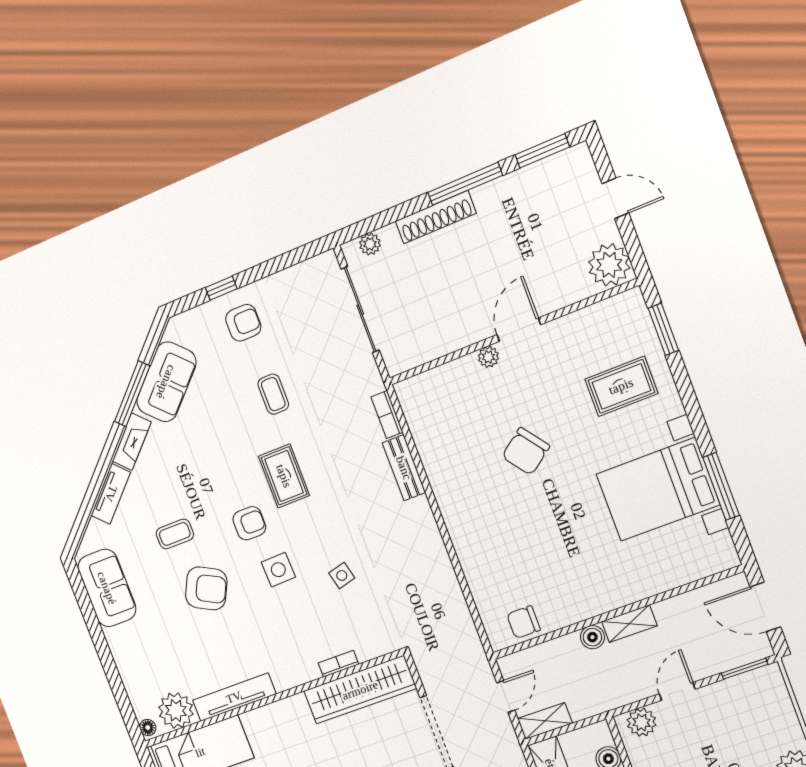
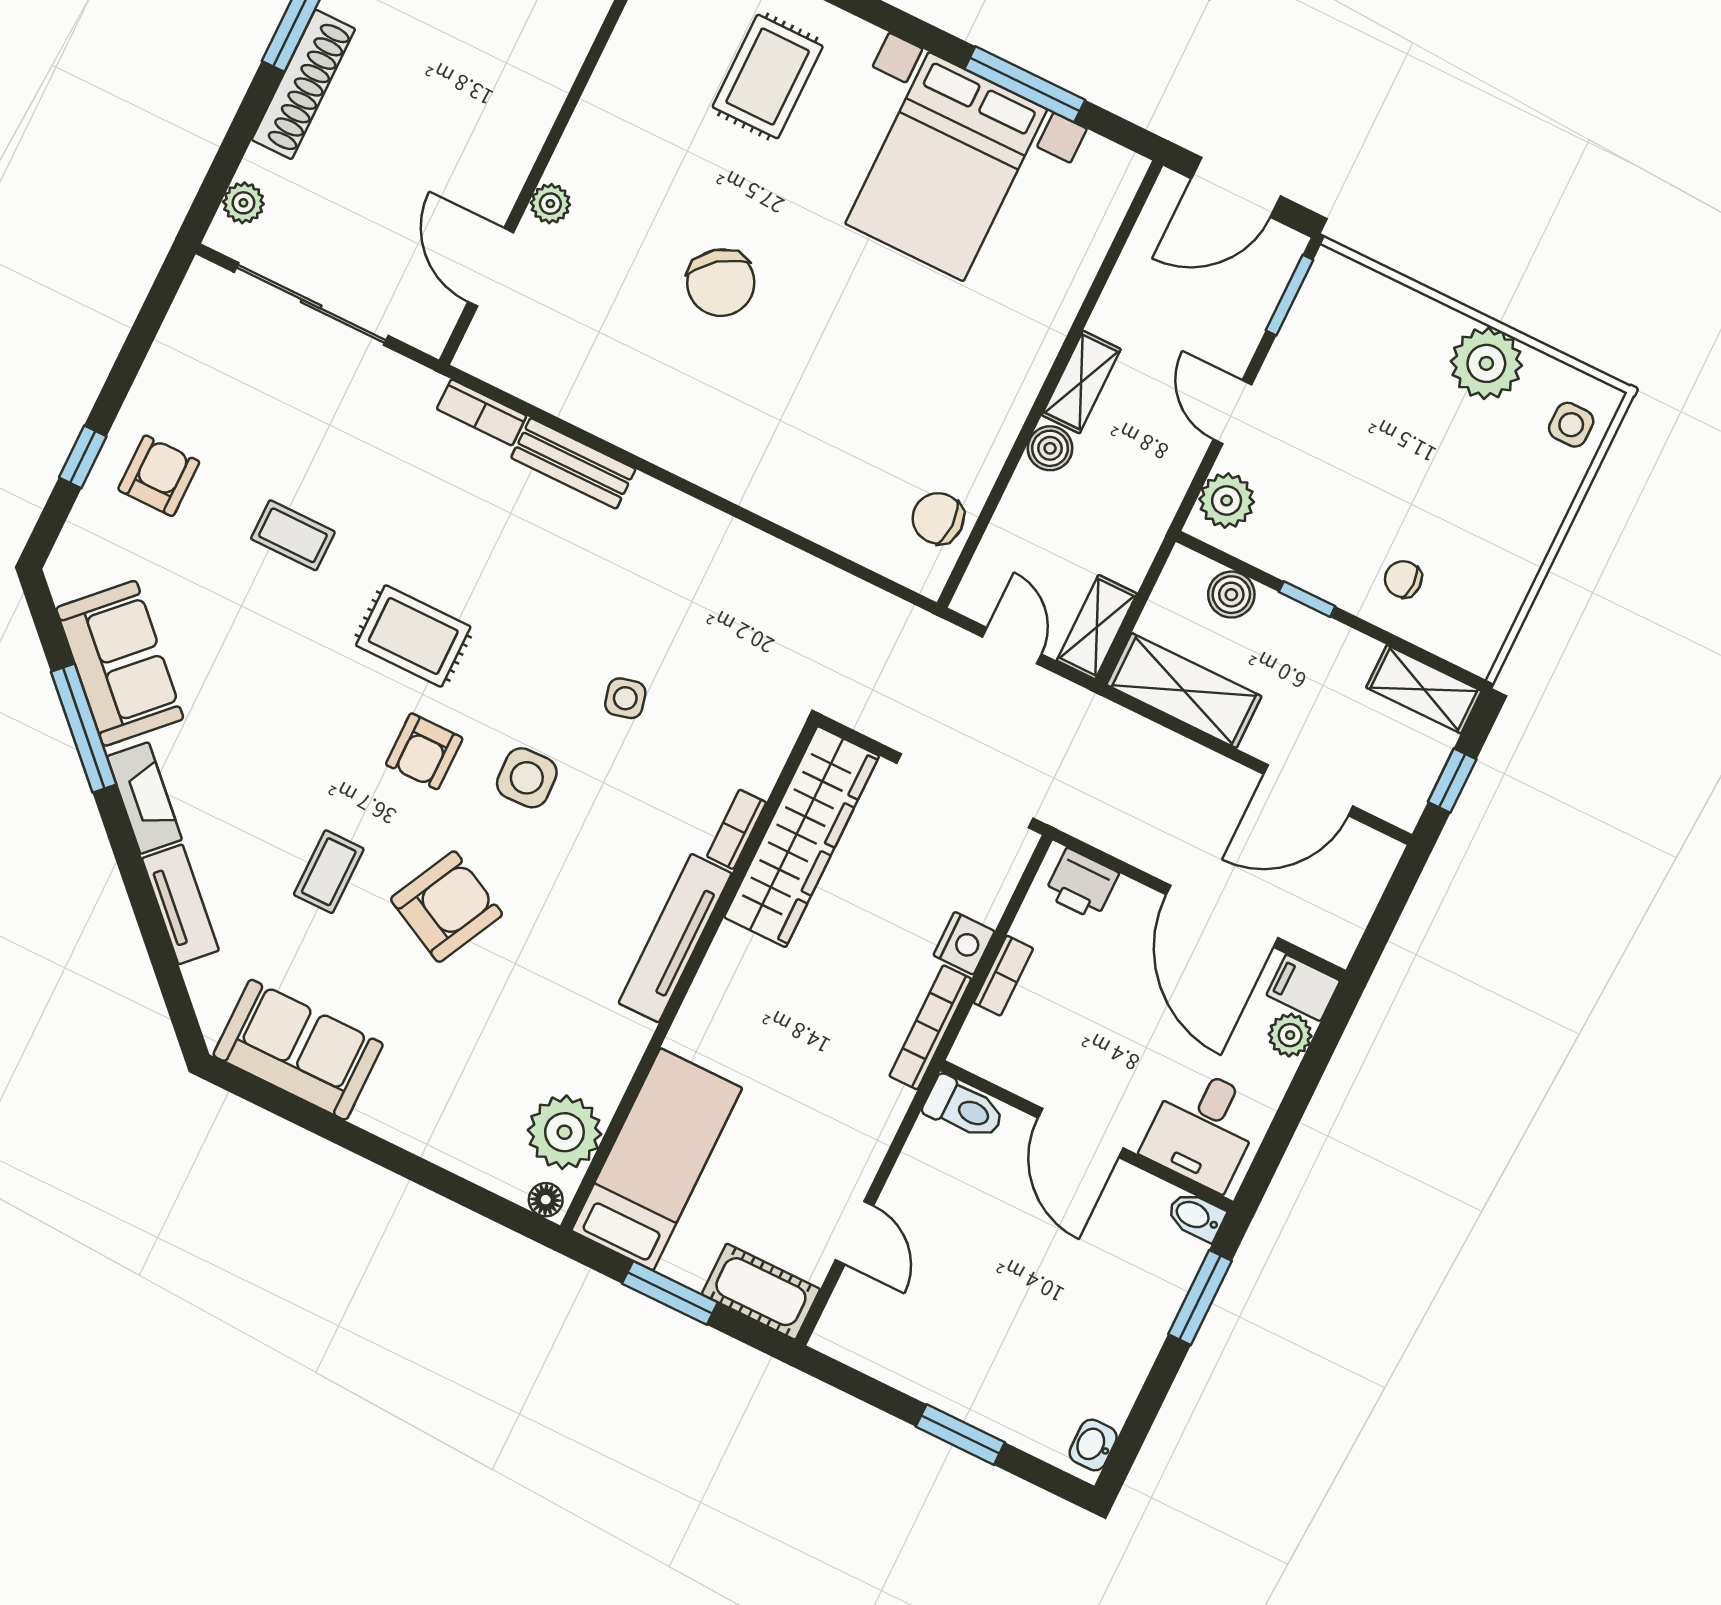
door: (519, 330) -> (491, 267), moved
armchair: (249, 523) -> (424, 751), turned 180
chair: (524, 622) -> (938, 518), turned 90
tv unit: (234, 697) -> (675, 938), moved

